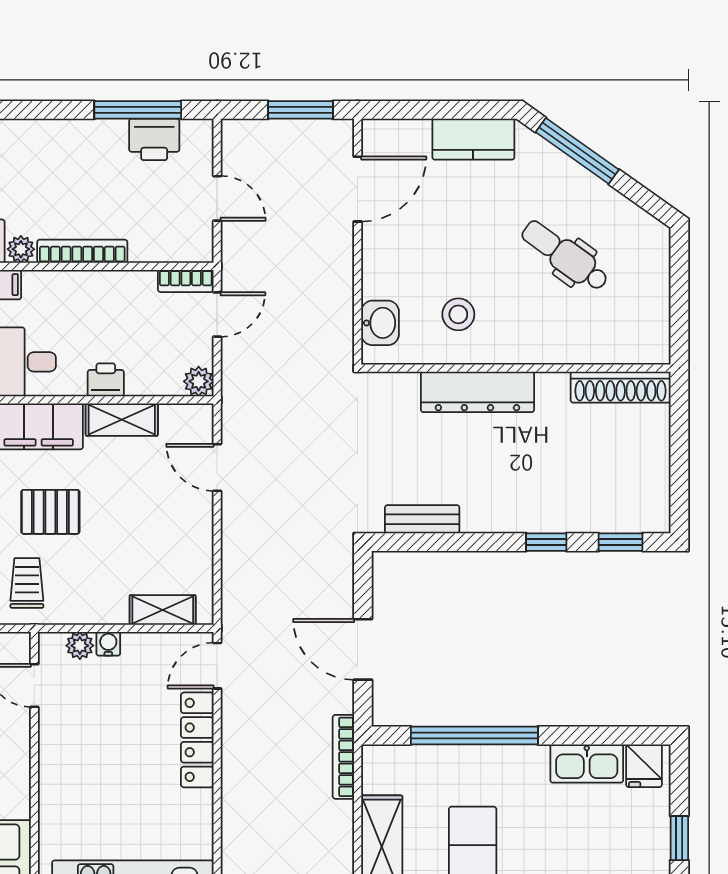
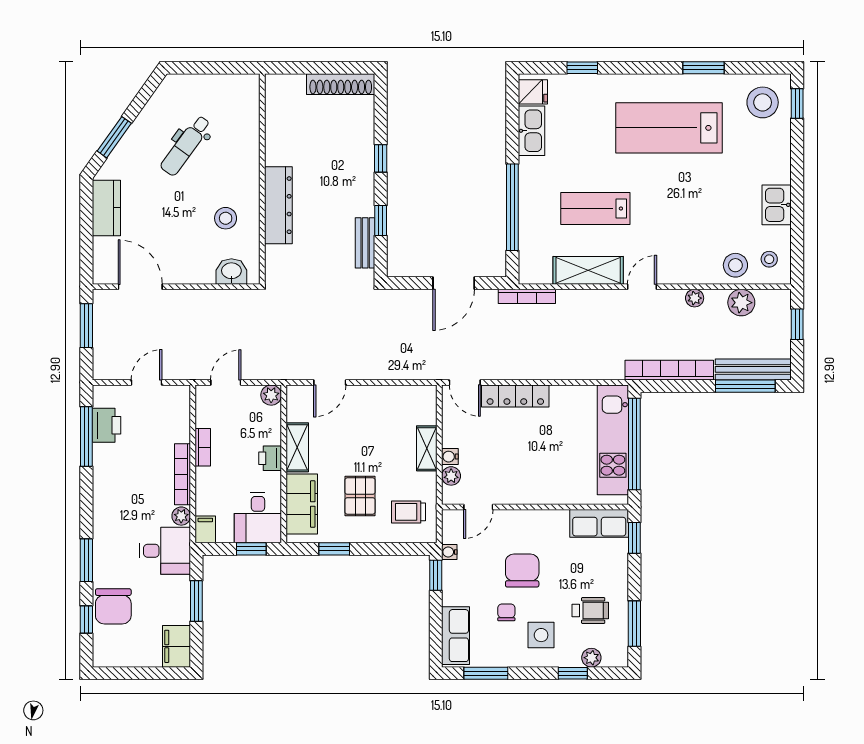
window: (577, 151) -> (114, 137), width x0.69
bookcase: (186, 281) -> (203, 447), moved
door: (217, 315) -> (226, 382), hinge flipped
shoe rack: (621, 387) -> (341, 84), moved, turned 90
window: (620, 542) -> (381, 221), moved
shelving: (163, 610) -> (427, 448), moved

